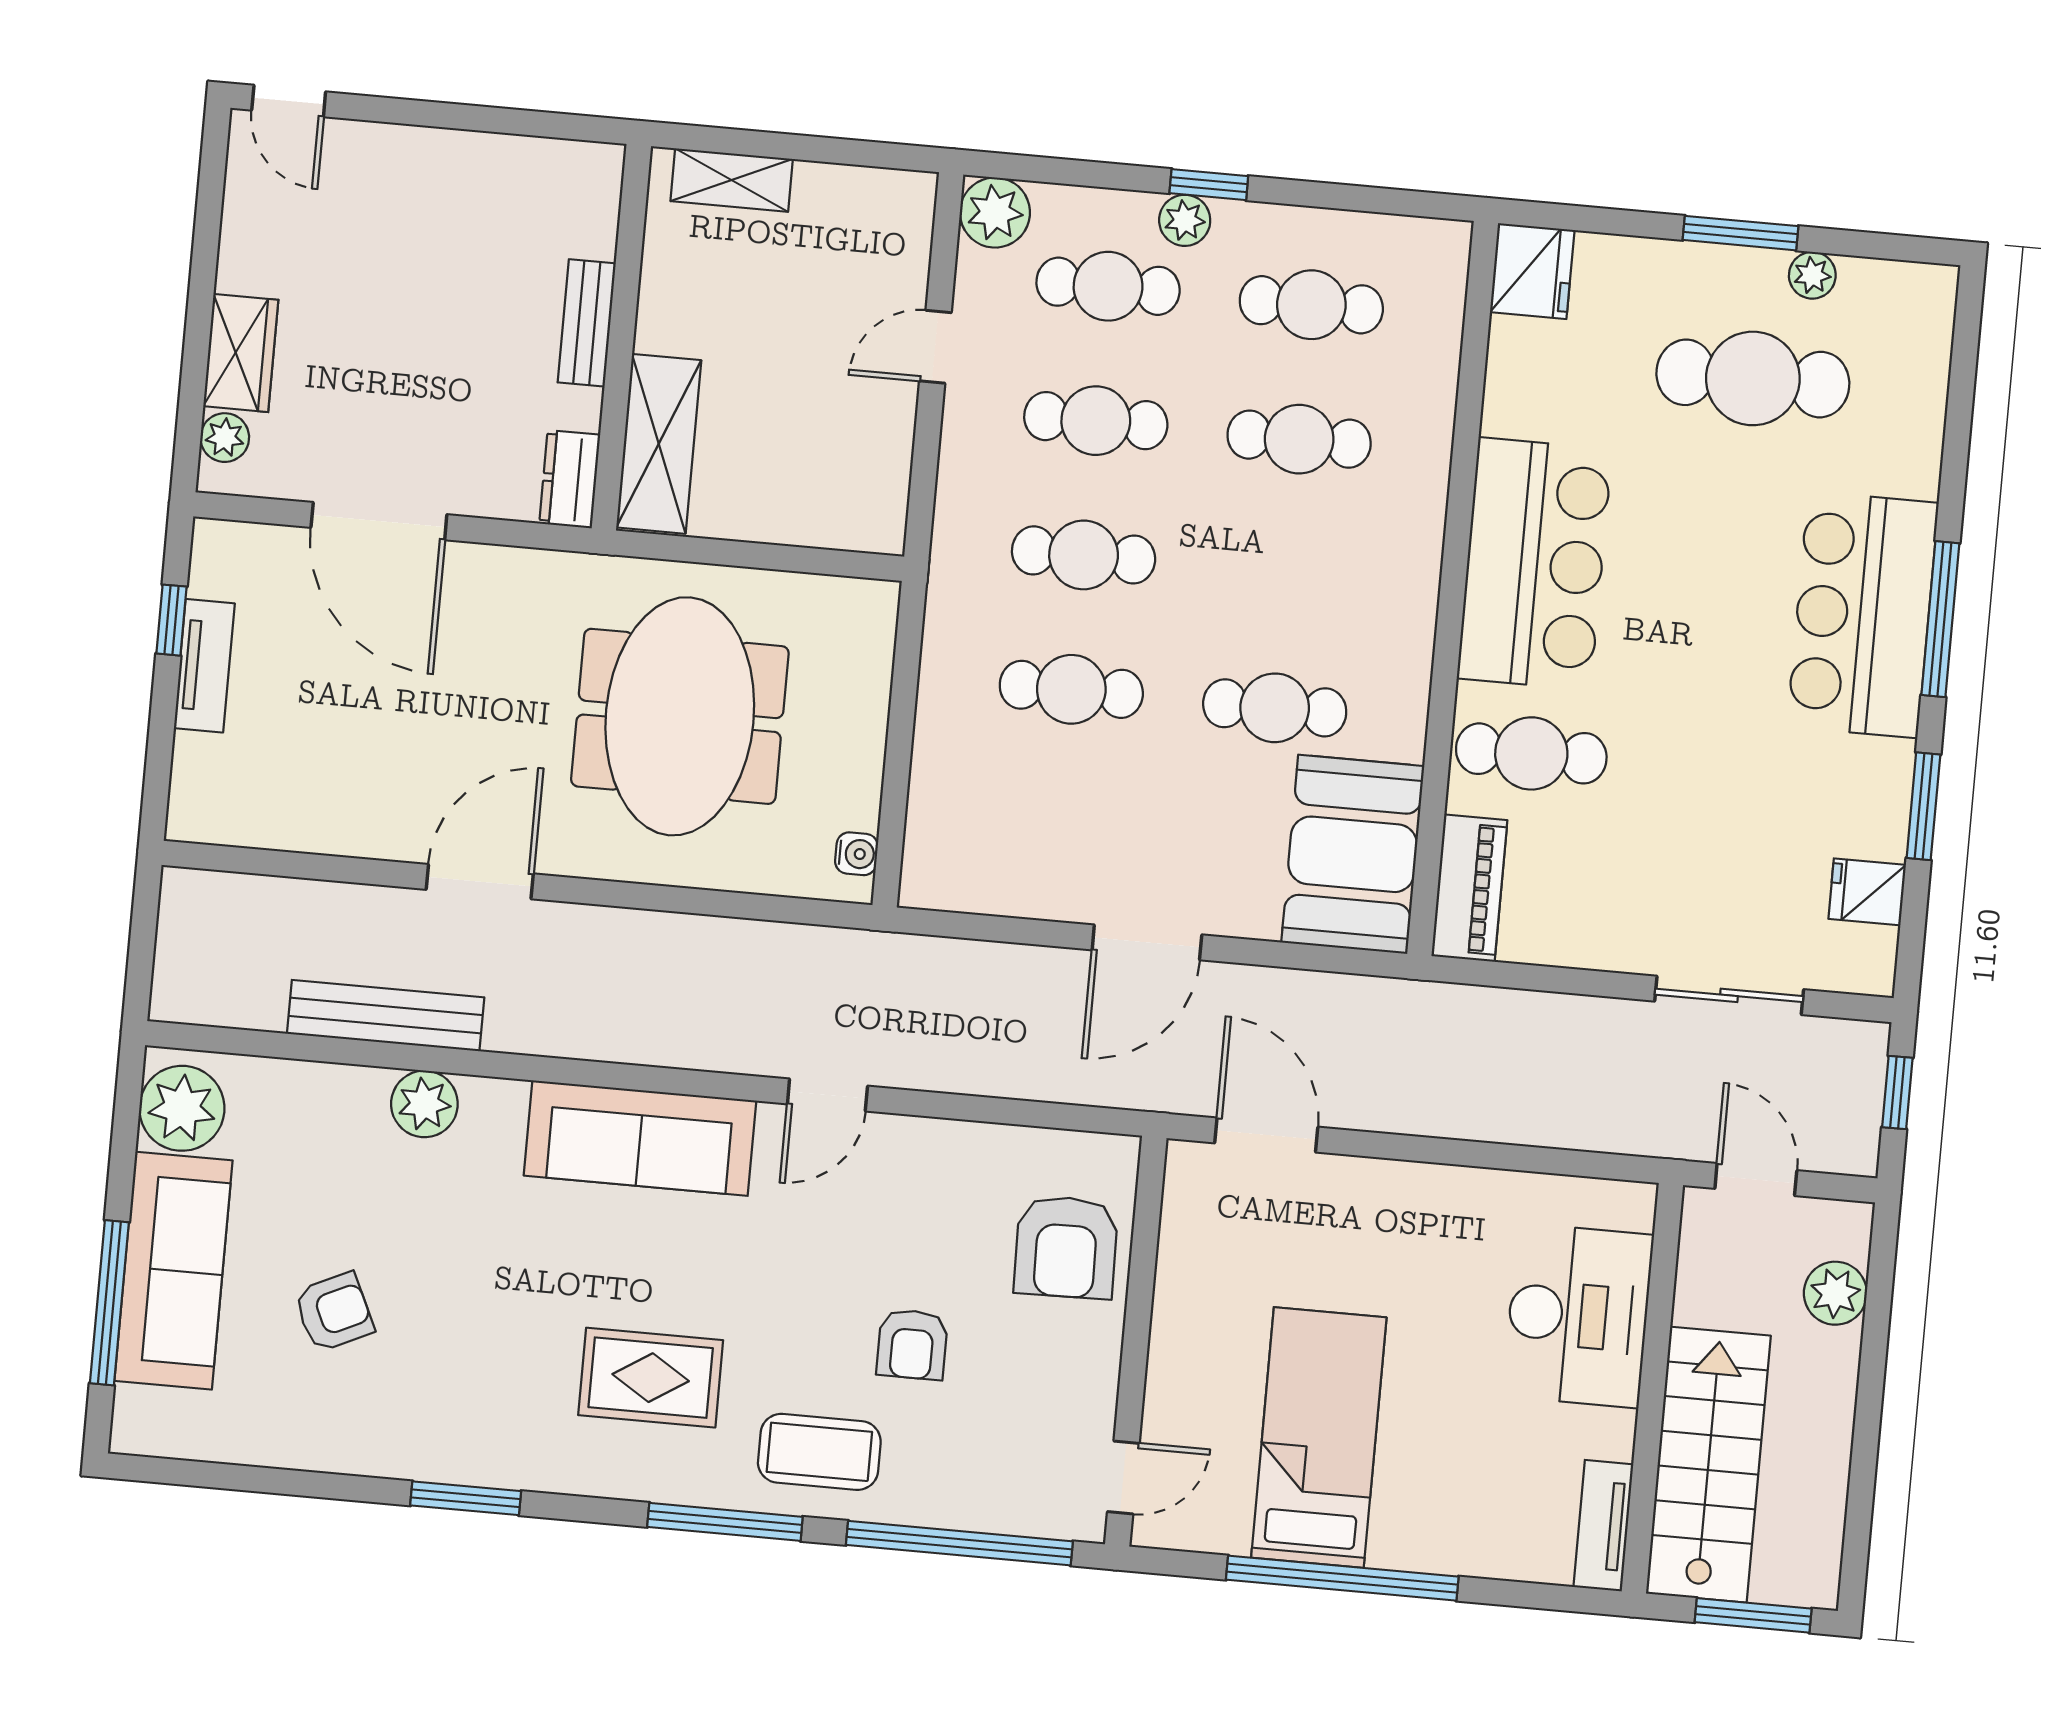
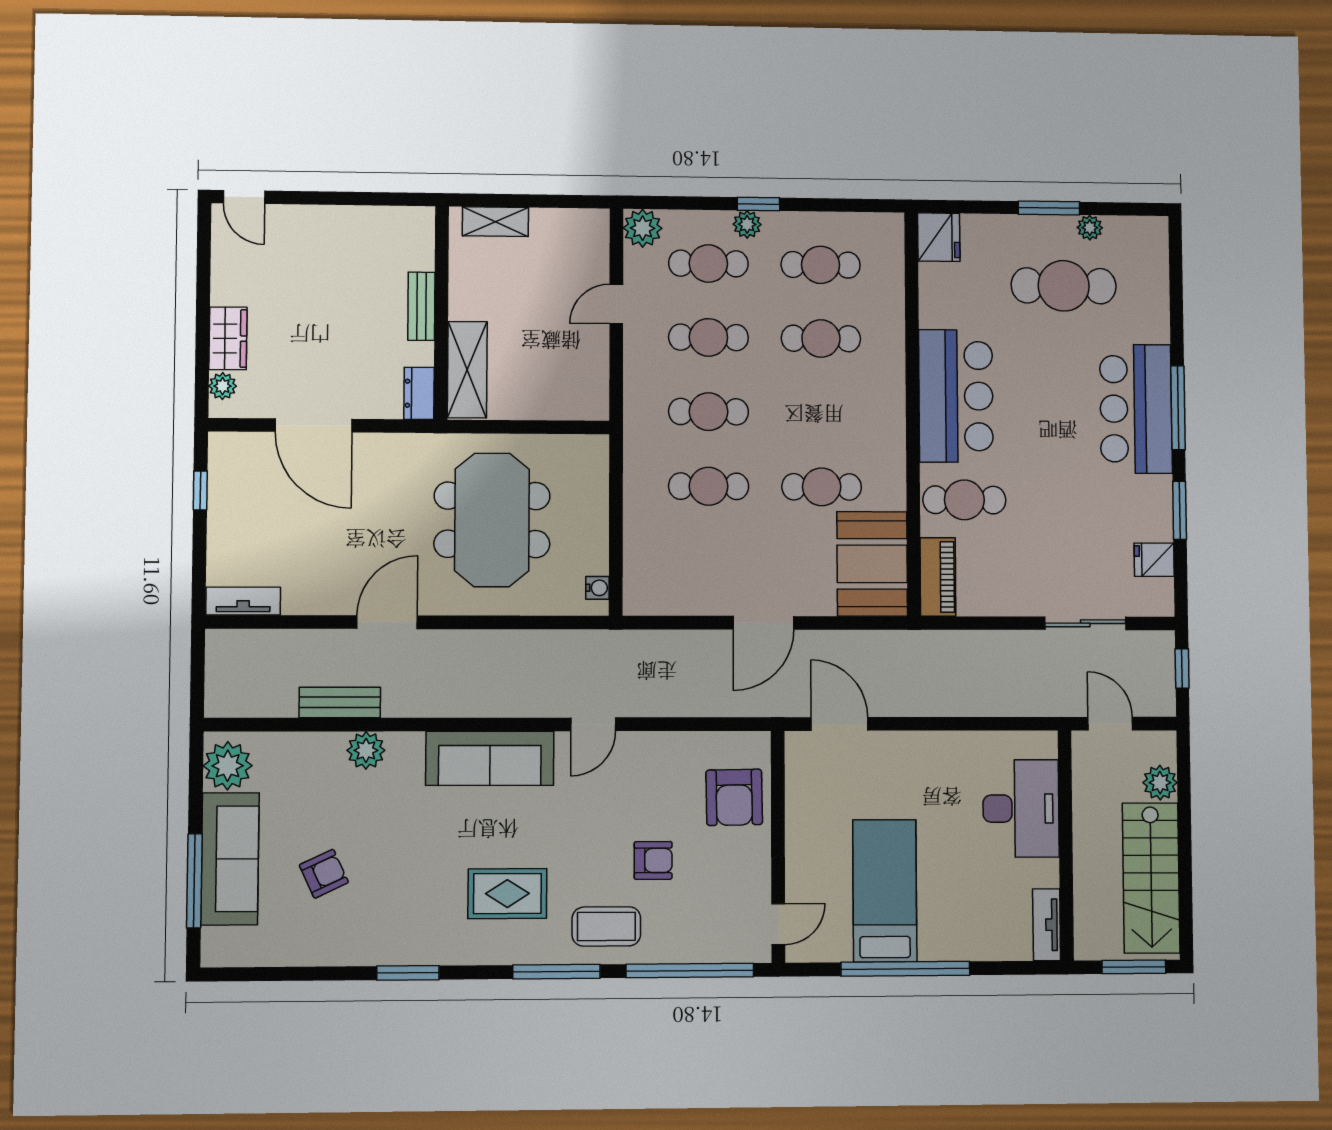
tv unit: (204, 666) -> (243, 601), moved, turned -90
bench: (386, 1016) -> (340, 702), width x0.73
armchair: (912, 1344) -> (653, 860), turned -90
stairs: (1708, 1465) -> (1151, 878), moved, turned 180

